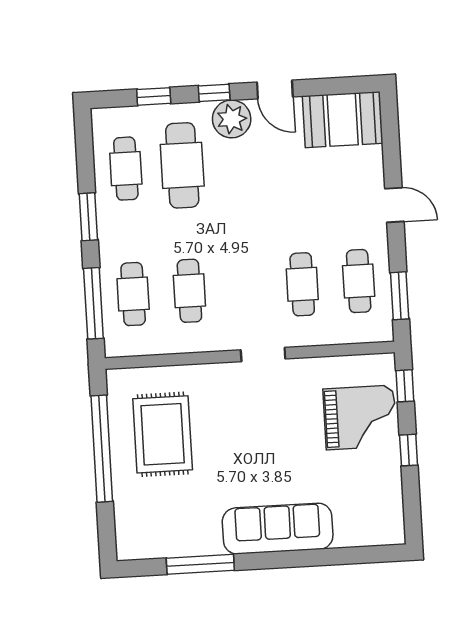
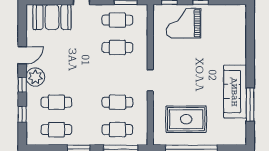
booth: (343, 120) -> (52, 17), moved, turned 90
cafe table: (182, 165) -> (56, 102), width x0.73, depth x0.74
doorway: (263, 354) -> (150, 80), moved
grand piano: (360, 417) -> (183, 23), turned -90
sofa: (278, 529) -> (235, 92), moved

